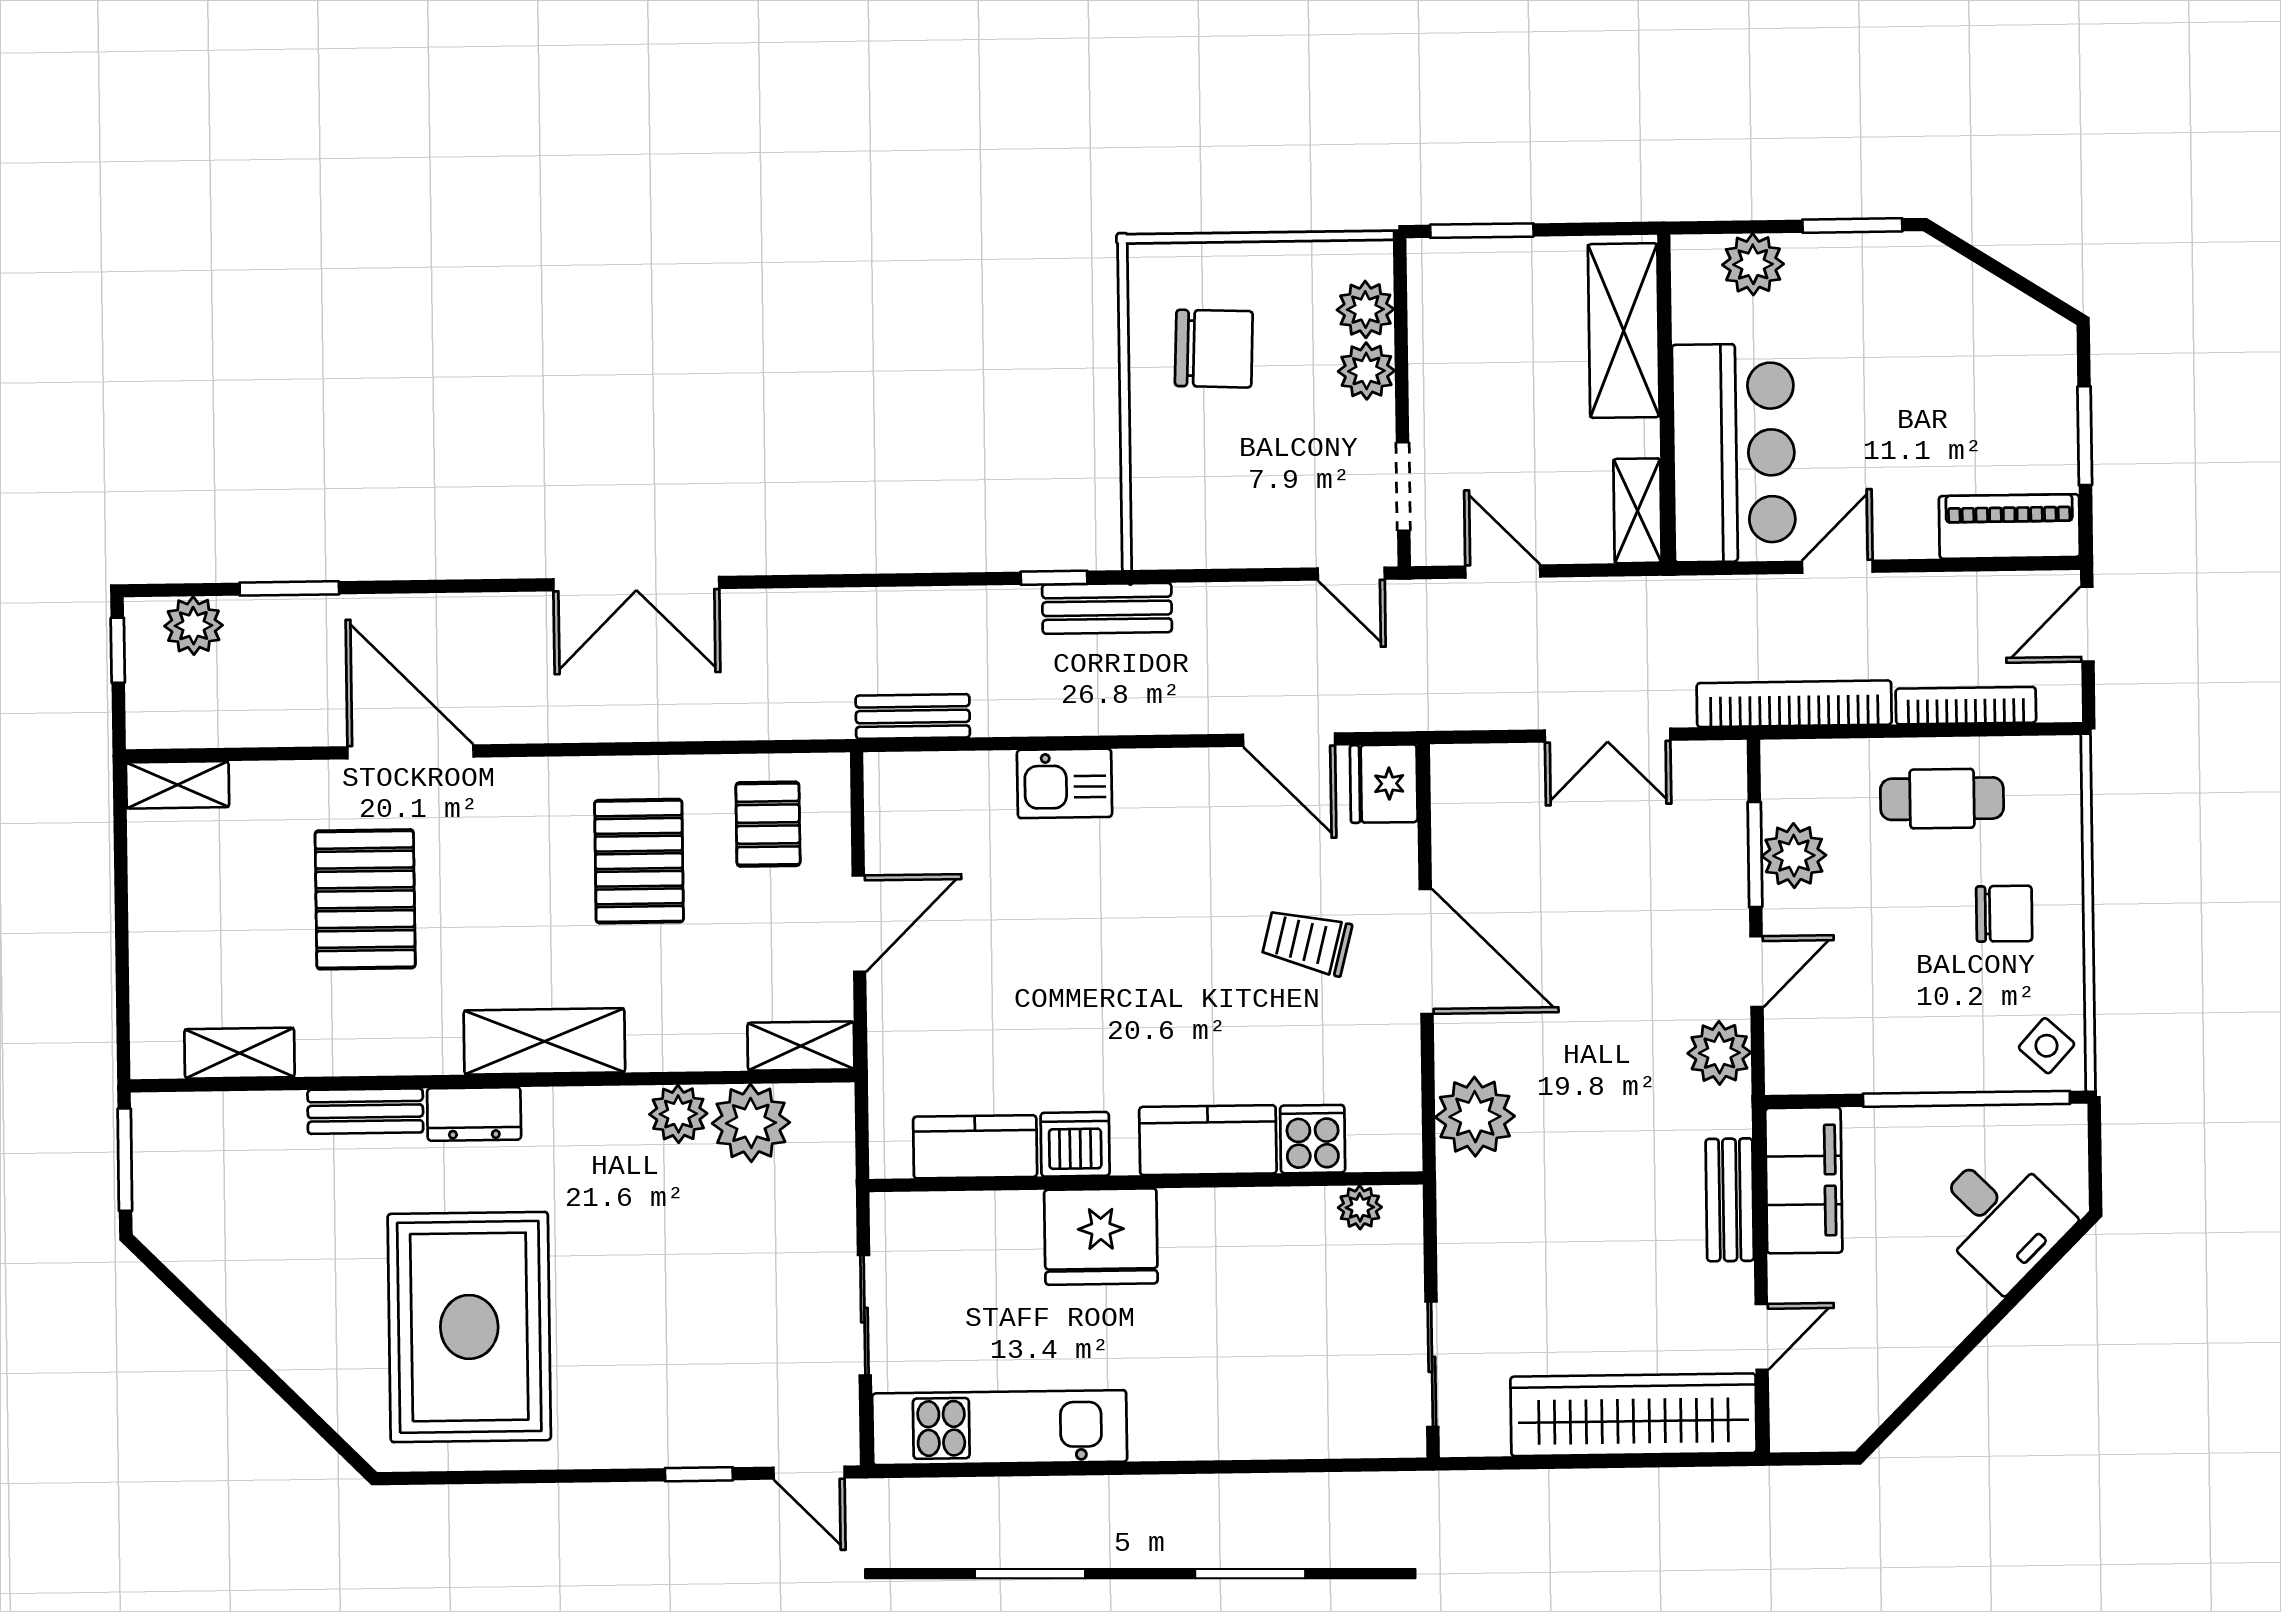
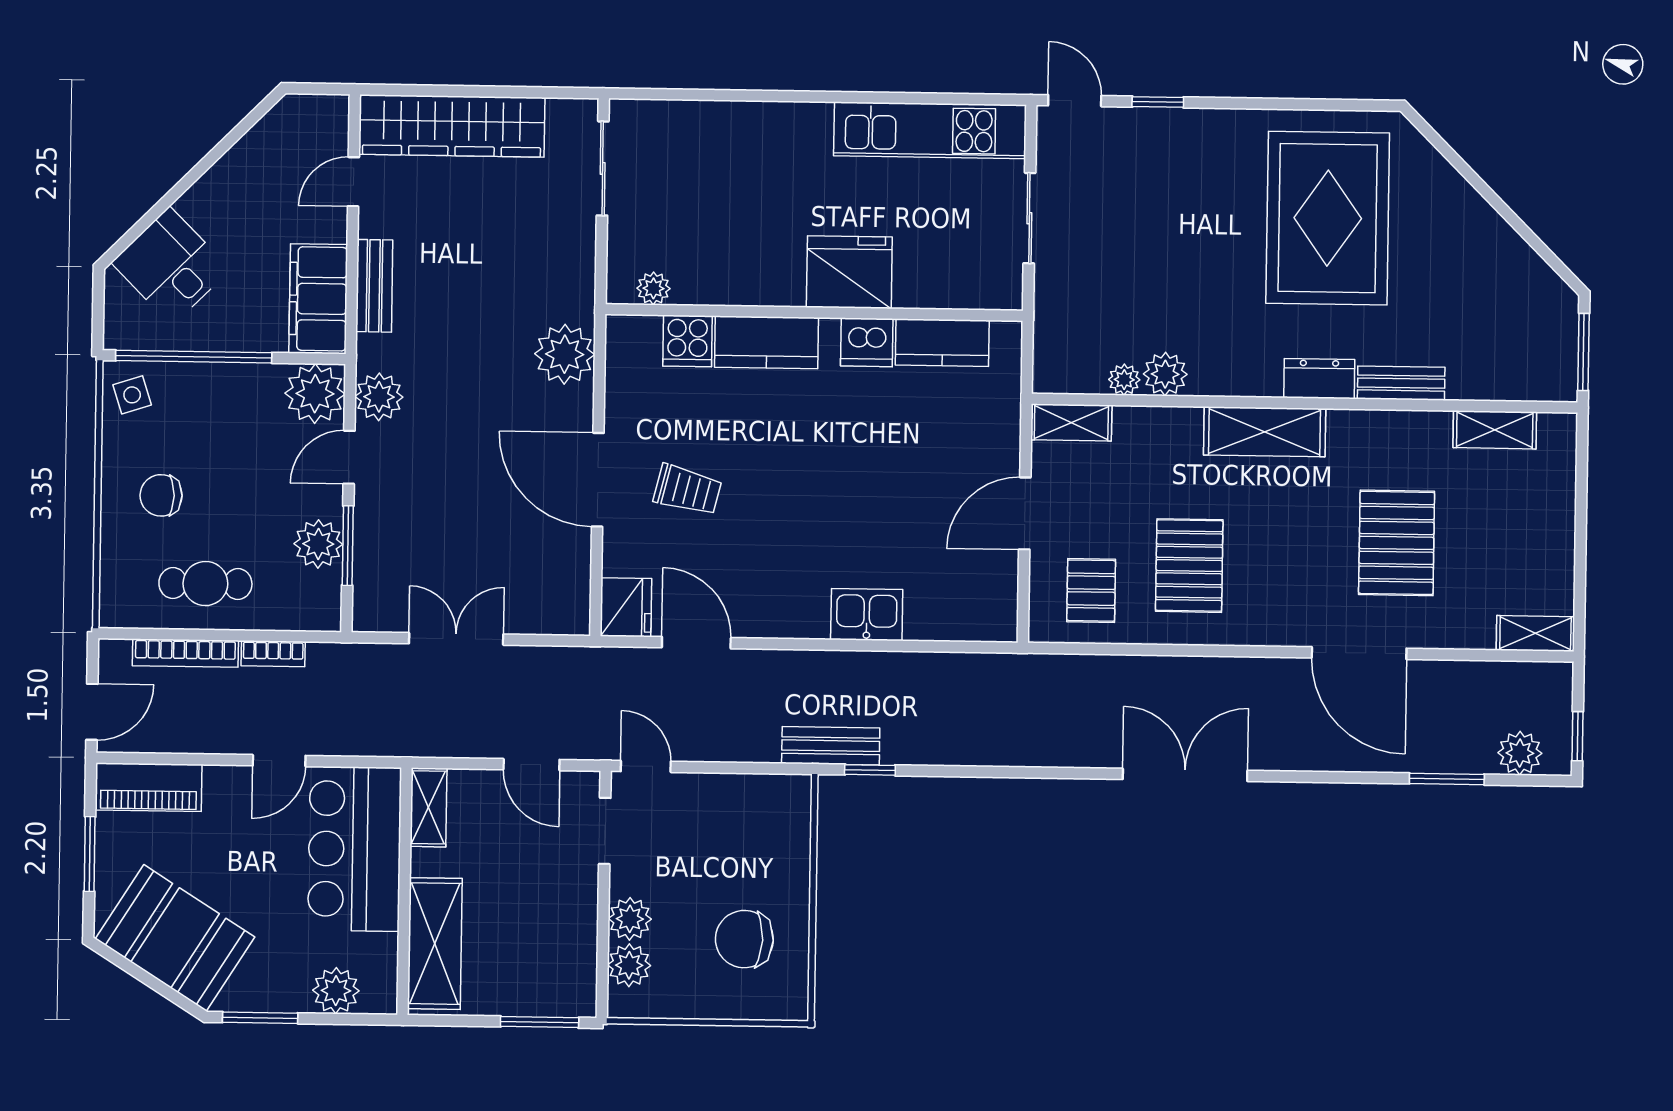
booth: (1968, 328) -> (175, 938), added
bookcase: (1794, 704) -> (273, 654), width x0.43, depth x0.76
bench: (913, 717) -> (980, 668), removed
side table: (2047, 1046) -> (132, 395), turned 30
plant: (1804, 1055) -> (315, 394), added
plant: (751, 1123) -> (1124, 380), width x0.53, depth x0.53

